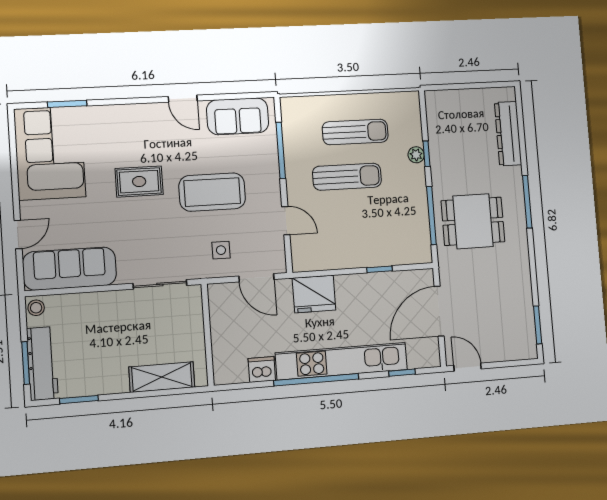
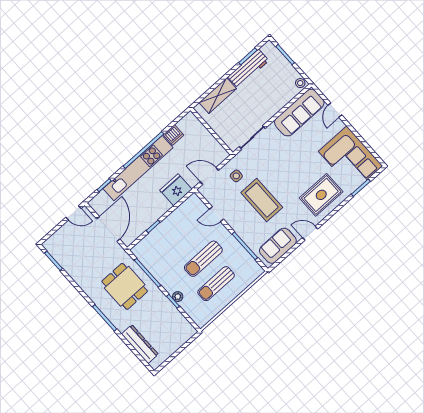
rug: (139, 182) -> (321, 195), moved, width x1.36, depth x1.43
coffee table: (212, 192) -> (262, 200), turned 90
dining table: (473, 221) -> (125, 286), turned 90
workbench: (42, 363) -> (248, 69), moved, turned -90

